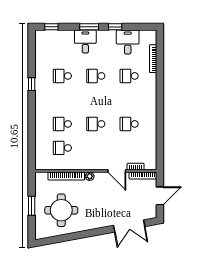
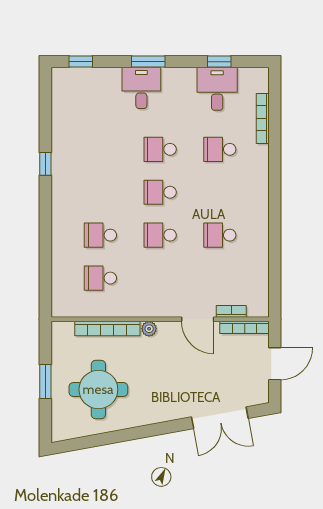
window: (115, 27) -> (219, 62), moved
school desk: (62, 76) -> (160, 192), moved

